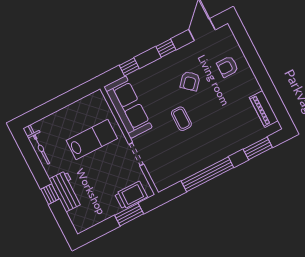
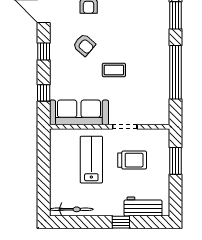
workbench: (66, 191) -> (143, 207), moved
trolley: (131, 195) -> (132, 160), moved, turned 90

